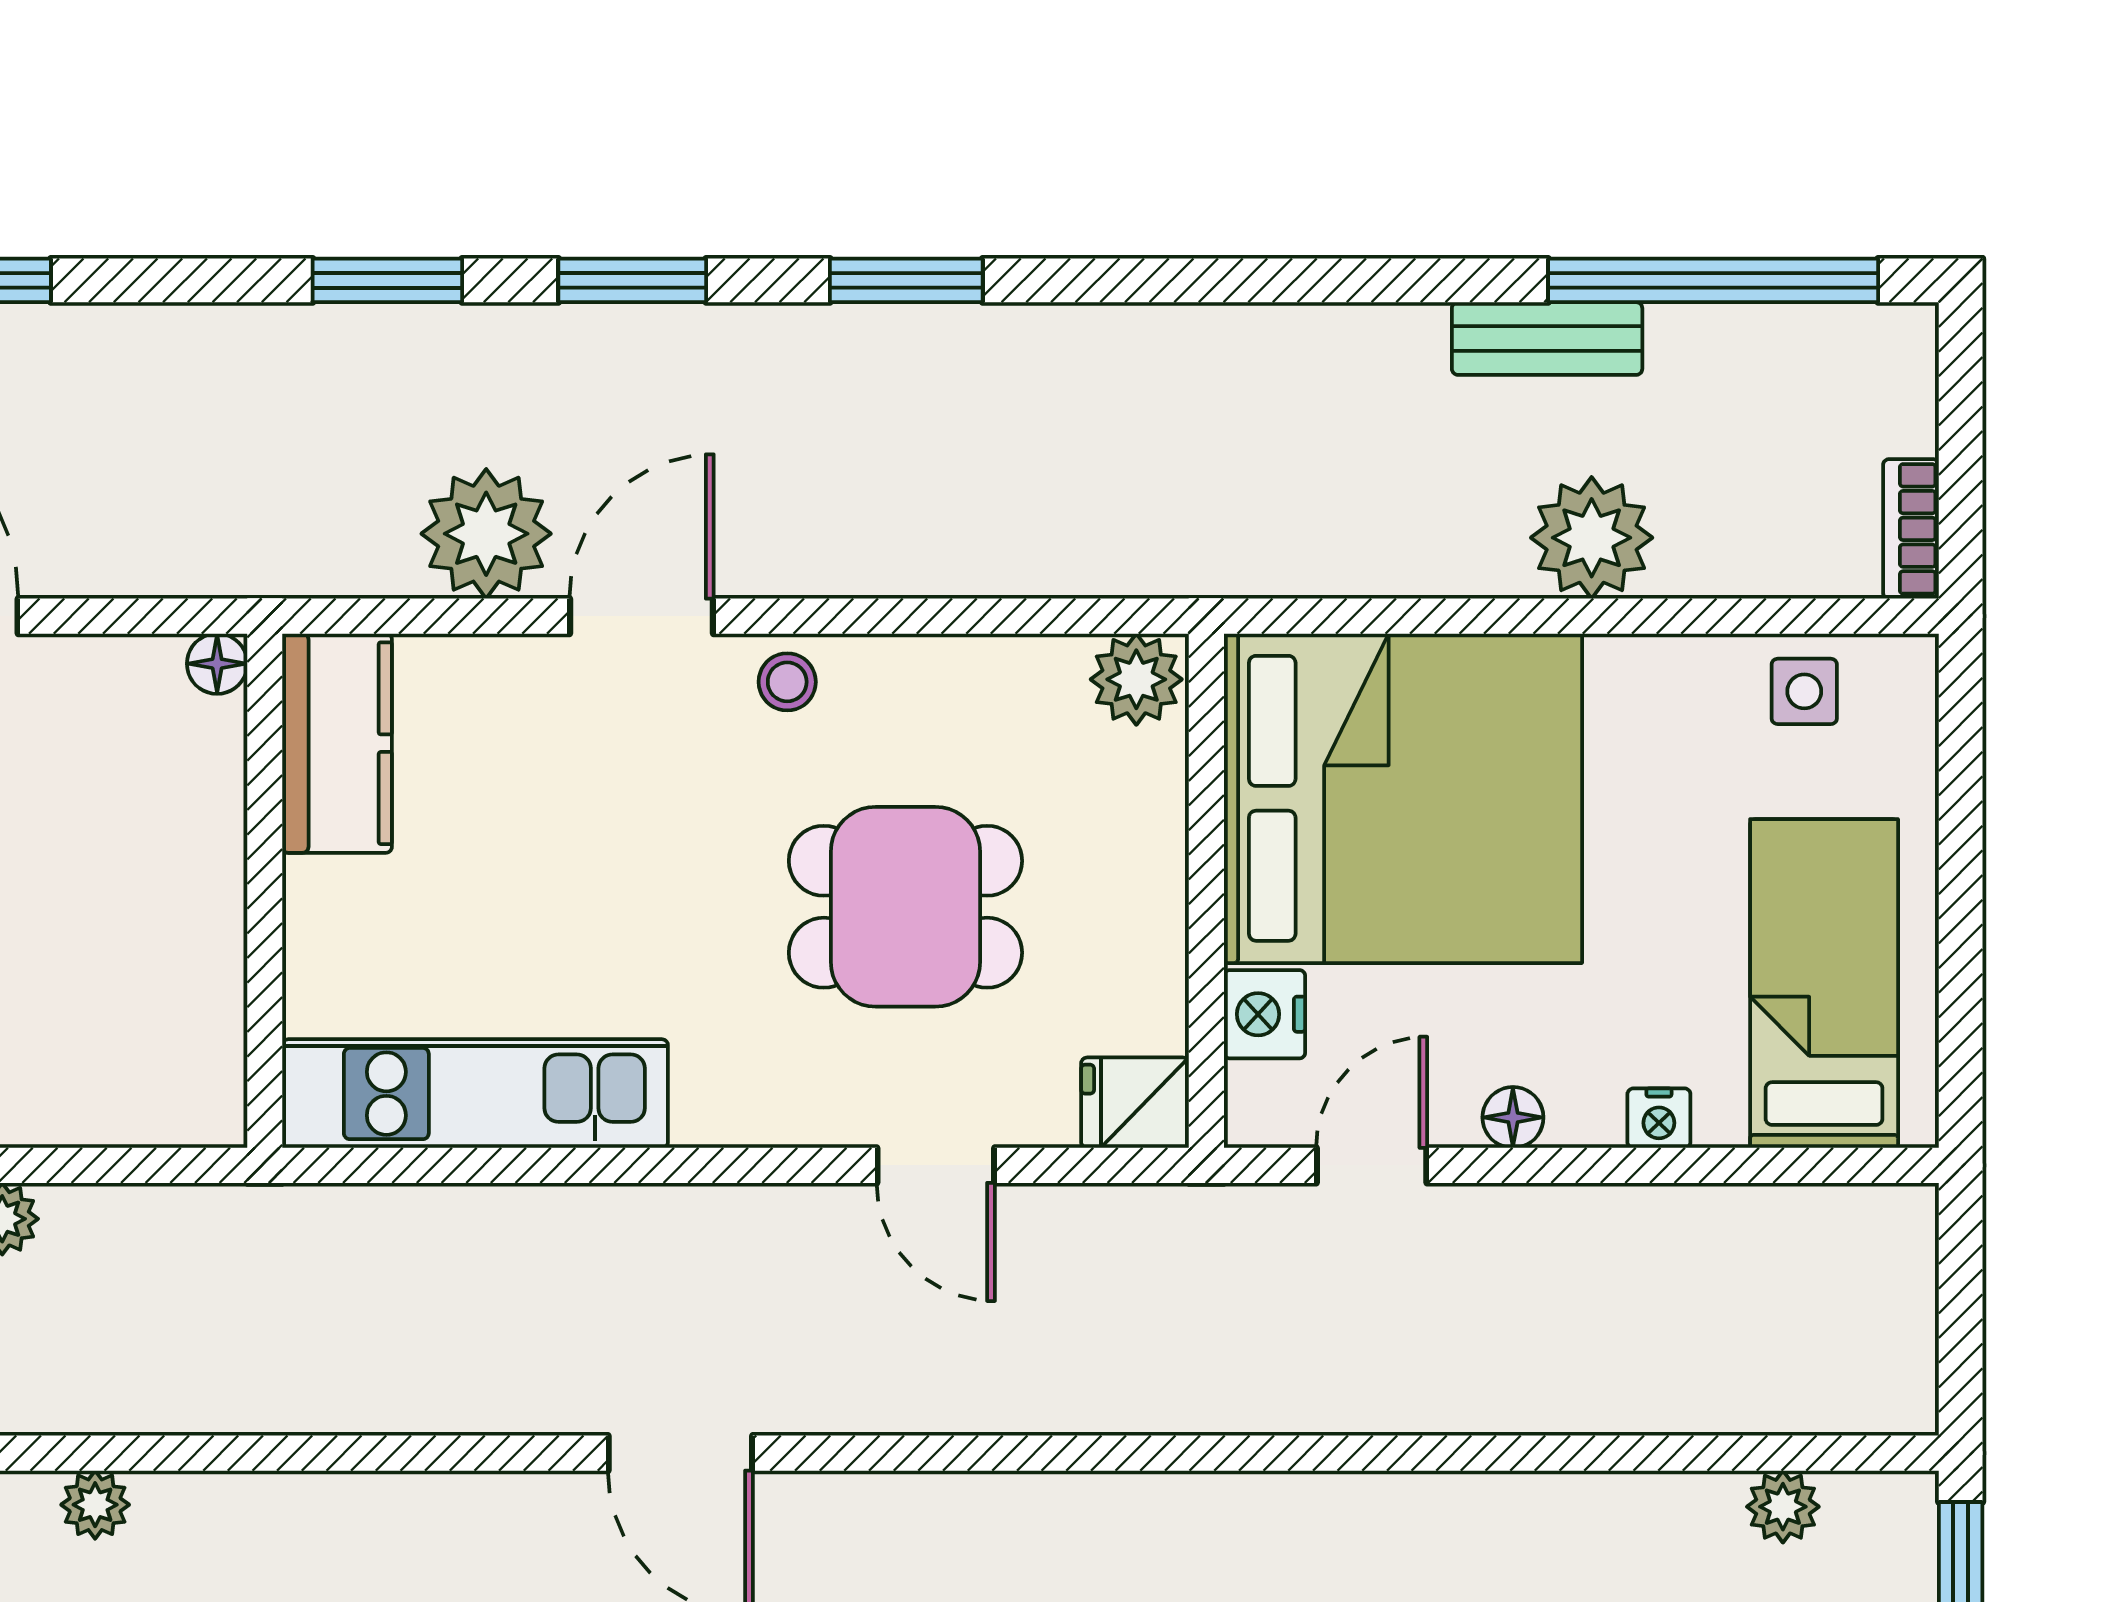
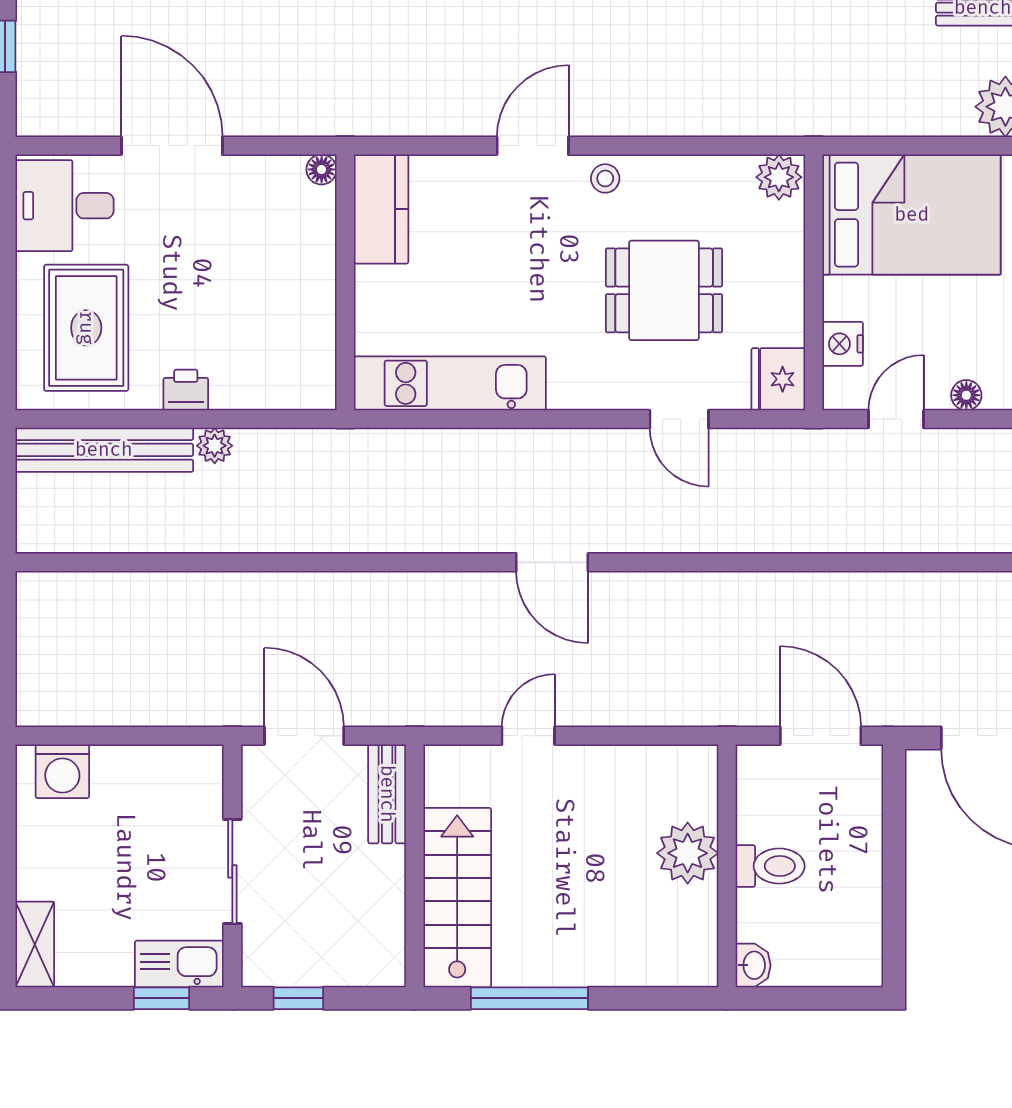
plant: (486, 534) -> (455, 105), removed
bed: (1403, 798) -> (912, 215), width x0.73
fridge: (1135, 1103) -> (778, 379), width x1.38
plant: (95, 1505) -> (261, 588), removed

